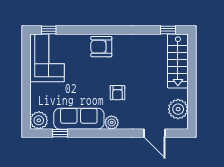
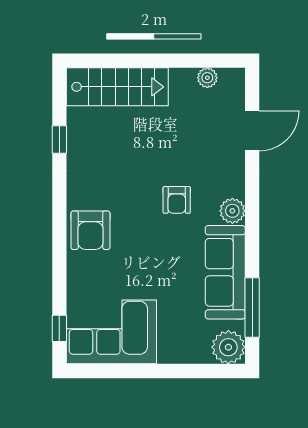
window: (168, 30) -> (59, 140), moved
armchair: (117, 93) -> (177, 200), turned 90
plant: (178, 109) -> (207, 78), width x0.53, depth x0.53
window: (60, 133) -> (252, 308), width x2.17

